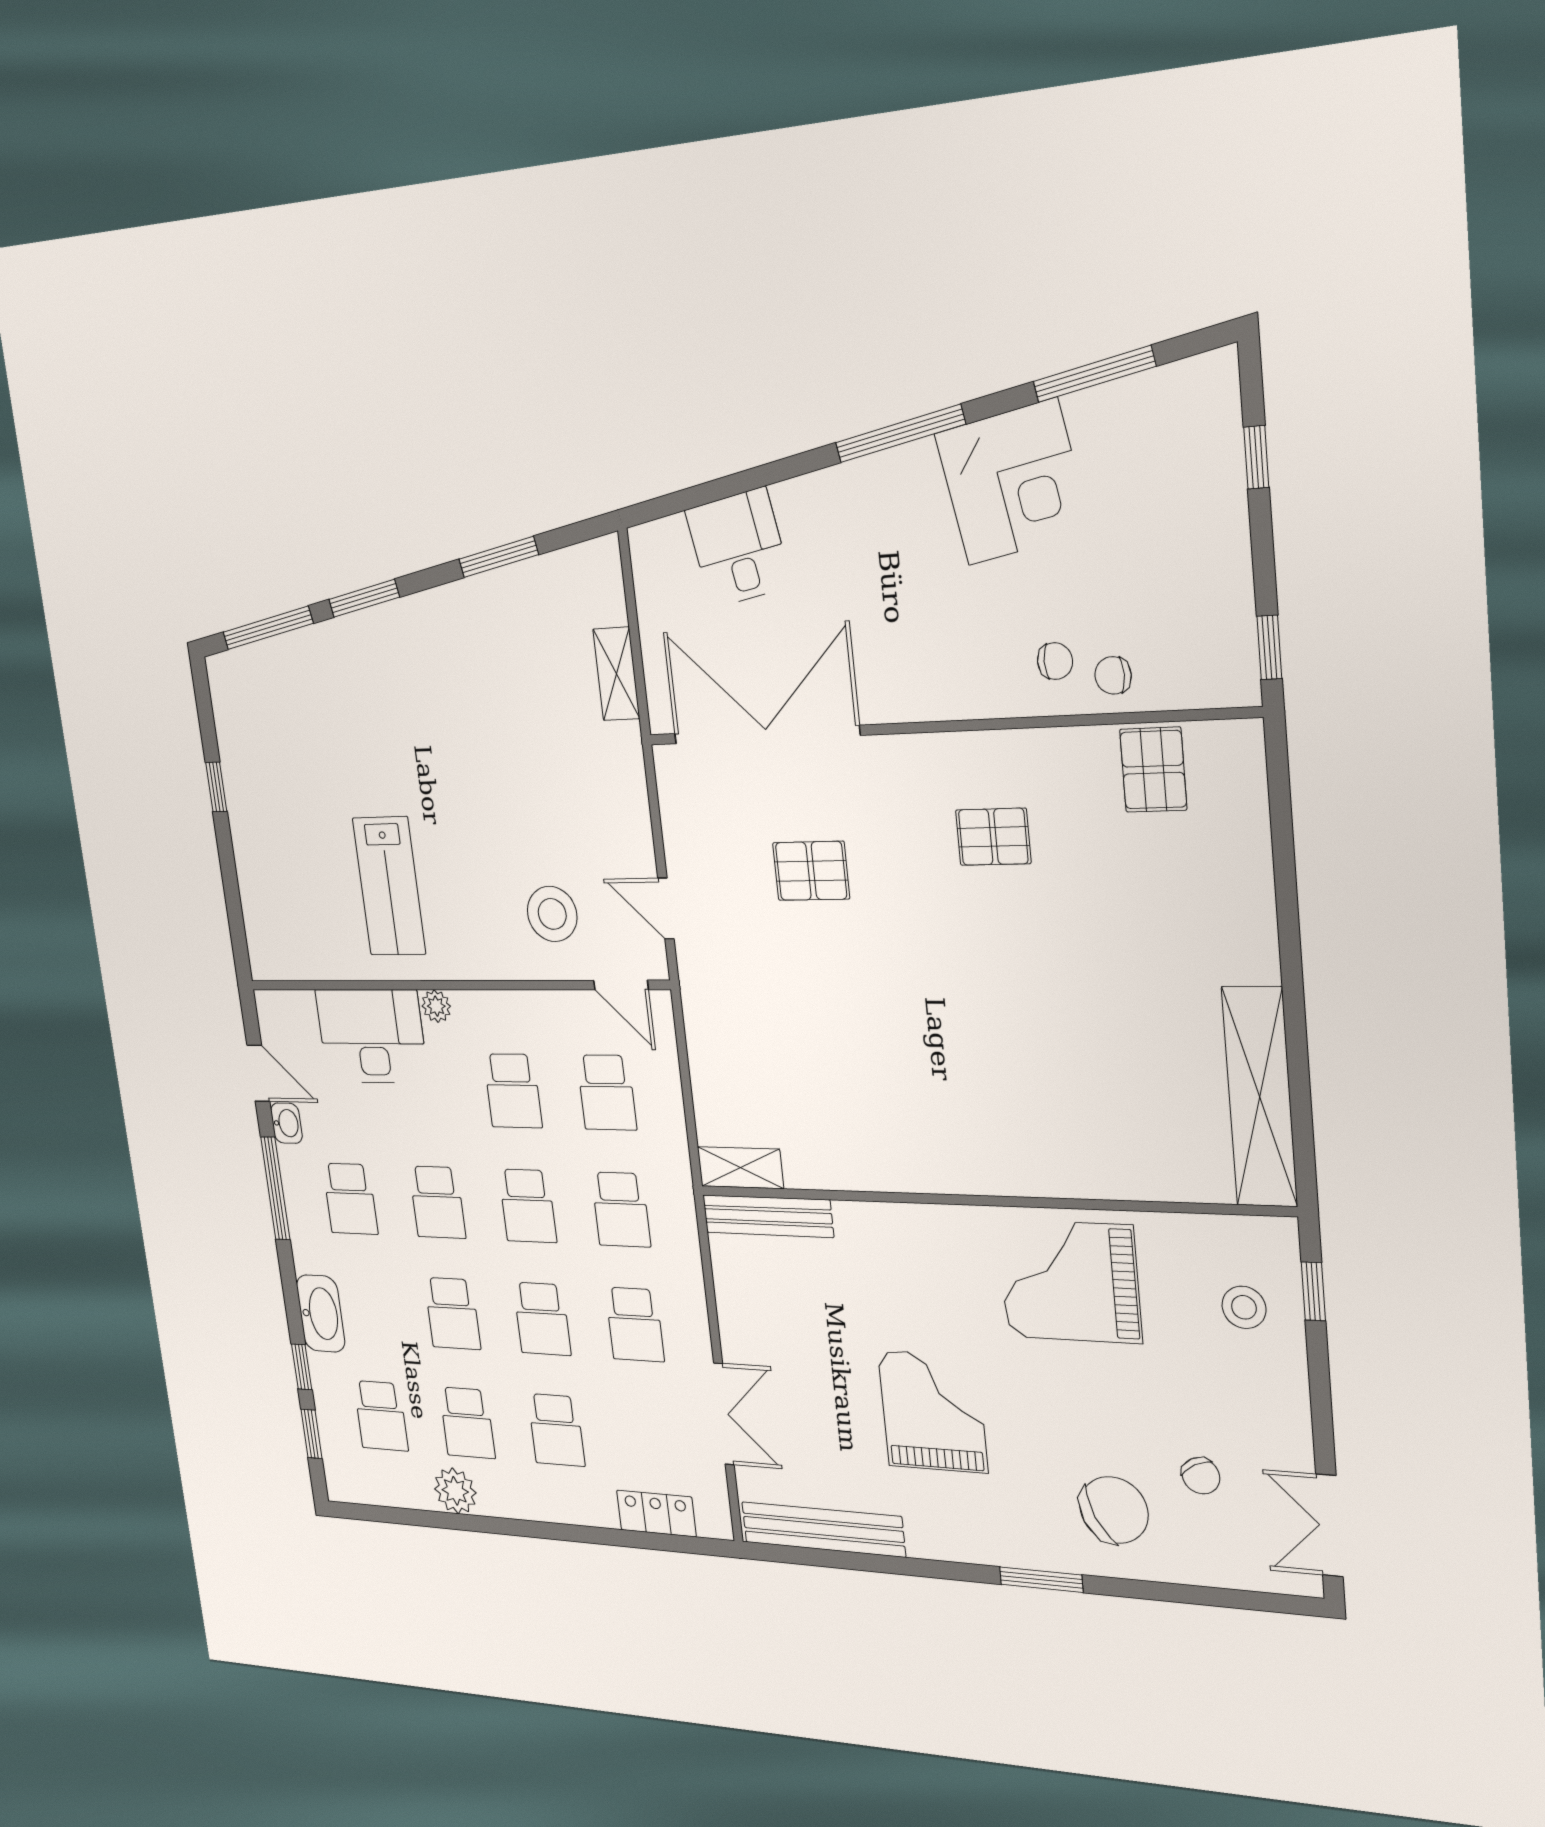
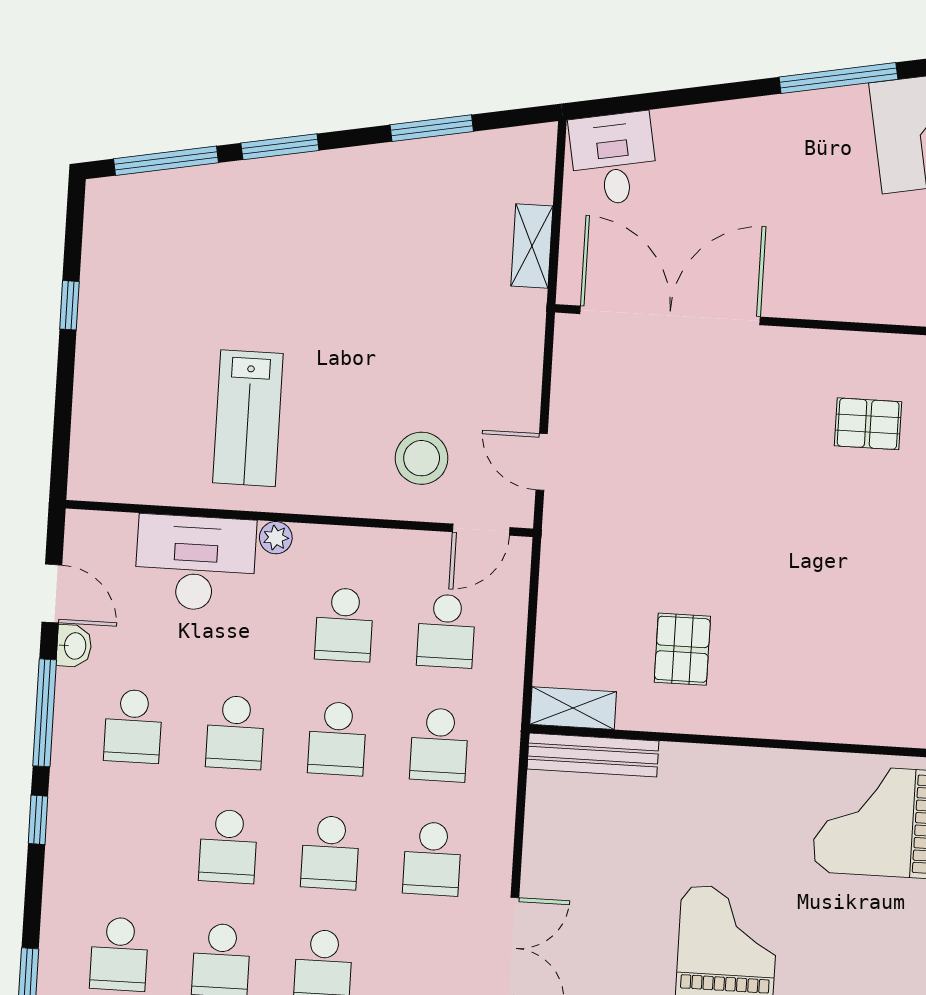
desk: (738, 548) -> (614, 159), moved
pallet: (811, 871) -> (682, 649), moved, turned 90
door: (621, 985) -> (481, 530), hinge flipped
washbasin: (321, 1314) -> (70, 845), removed
window: (302, 1367) -> (38, 820), moved

